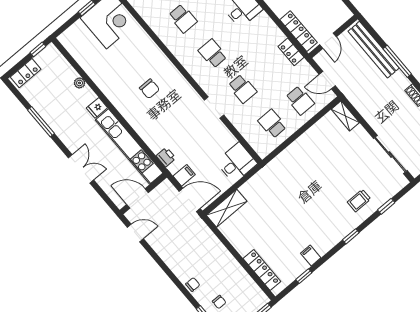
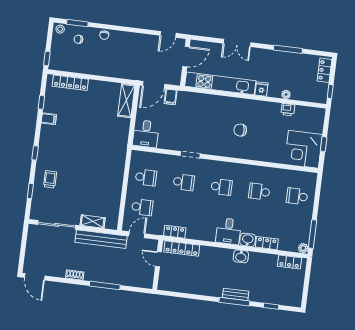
bench: (374, 50) -> (101, 239), moved
school desk: (242, 89) -> (184, 182), turned 180
school desk: (300, 100) -> (142, 207), turned 180
shelving: (345, 116) -> (93, 222), moved
printer: (166, 157) -> (288, 110), moved

